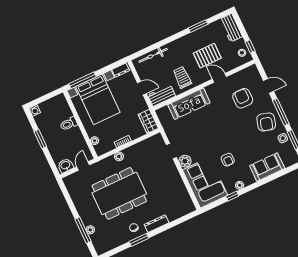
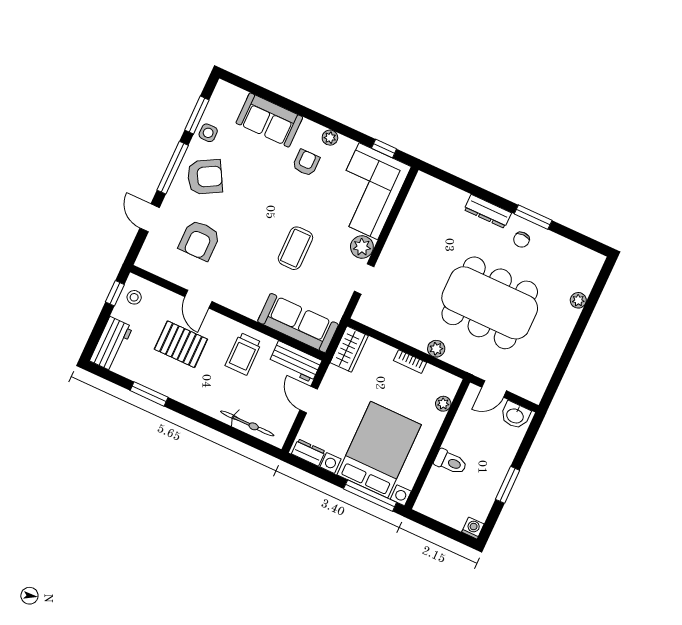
sofa: (189, 104) -> (298, 323), moved
armchair: (266, 122) -> (205, 177), turned 45
coffee table: (207, 134) -> (295, 248), added
armchair: (228, 160) -> (306, 163), moved
window: (232, 196) -> (384, 149), moved
window: (83, 230) -> (588, 310), removed

